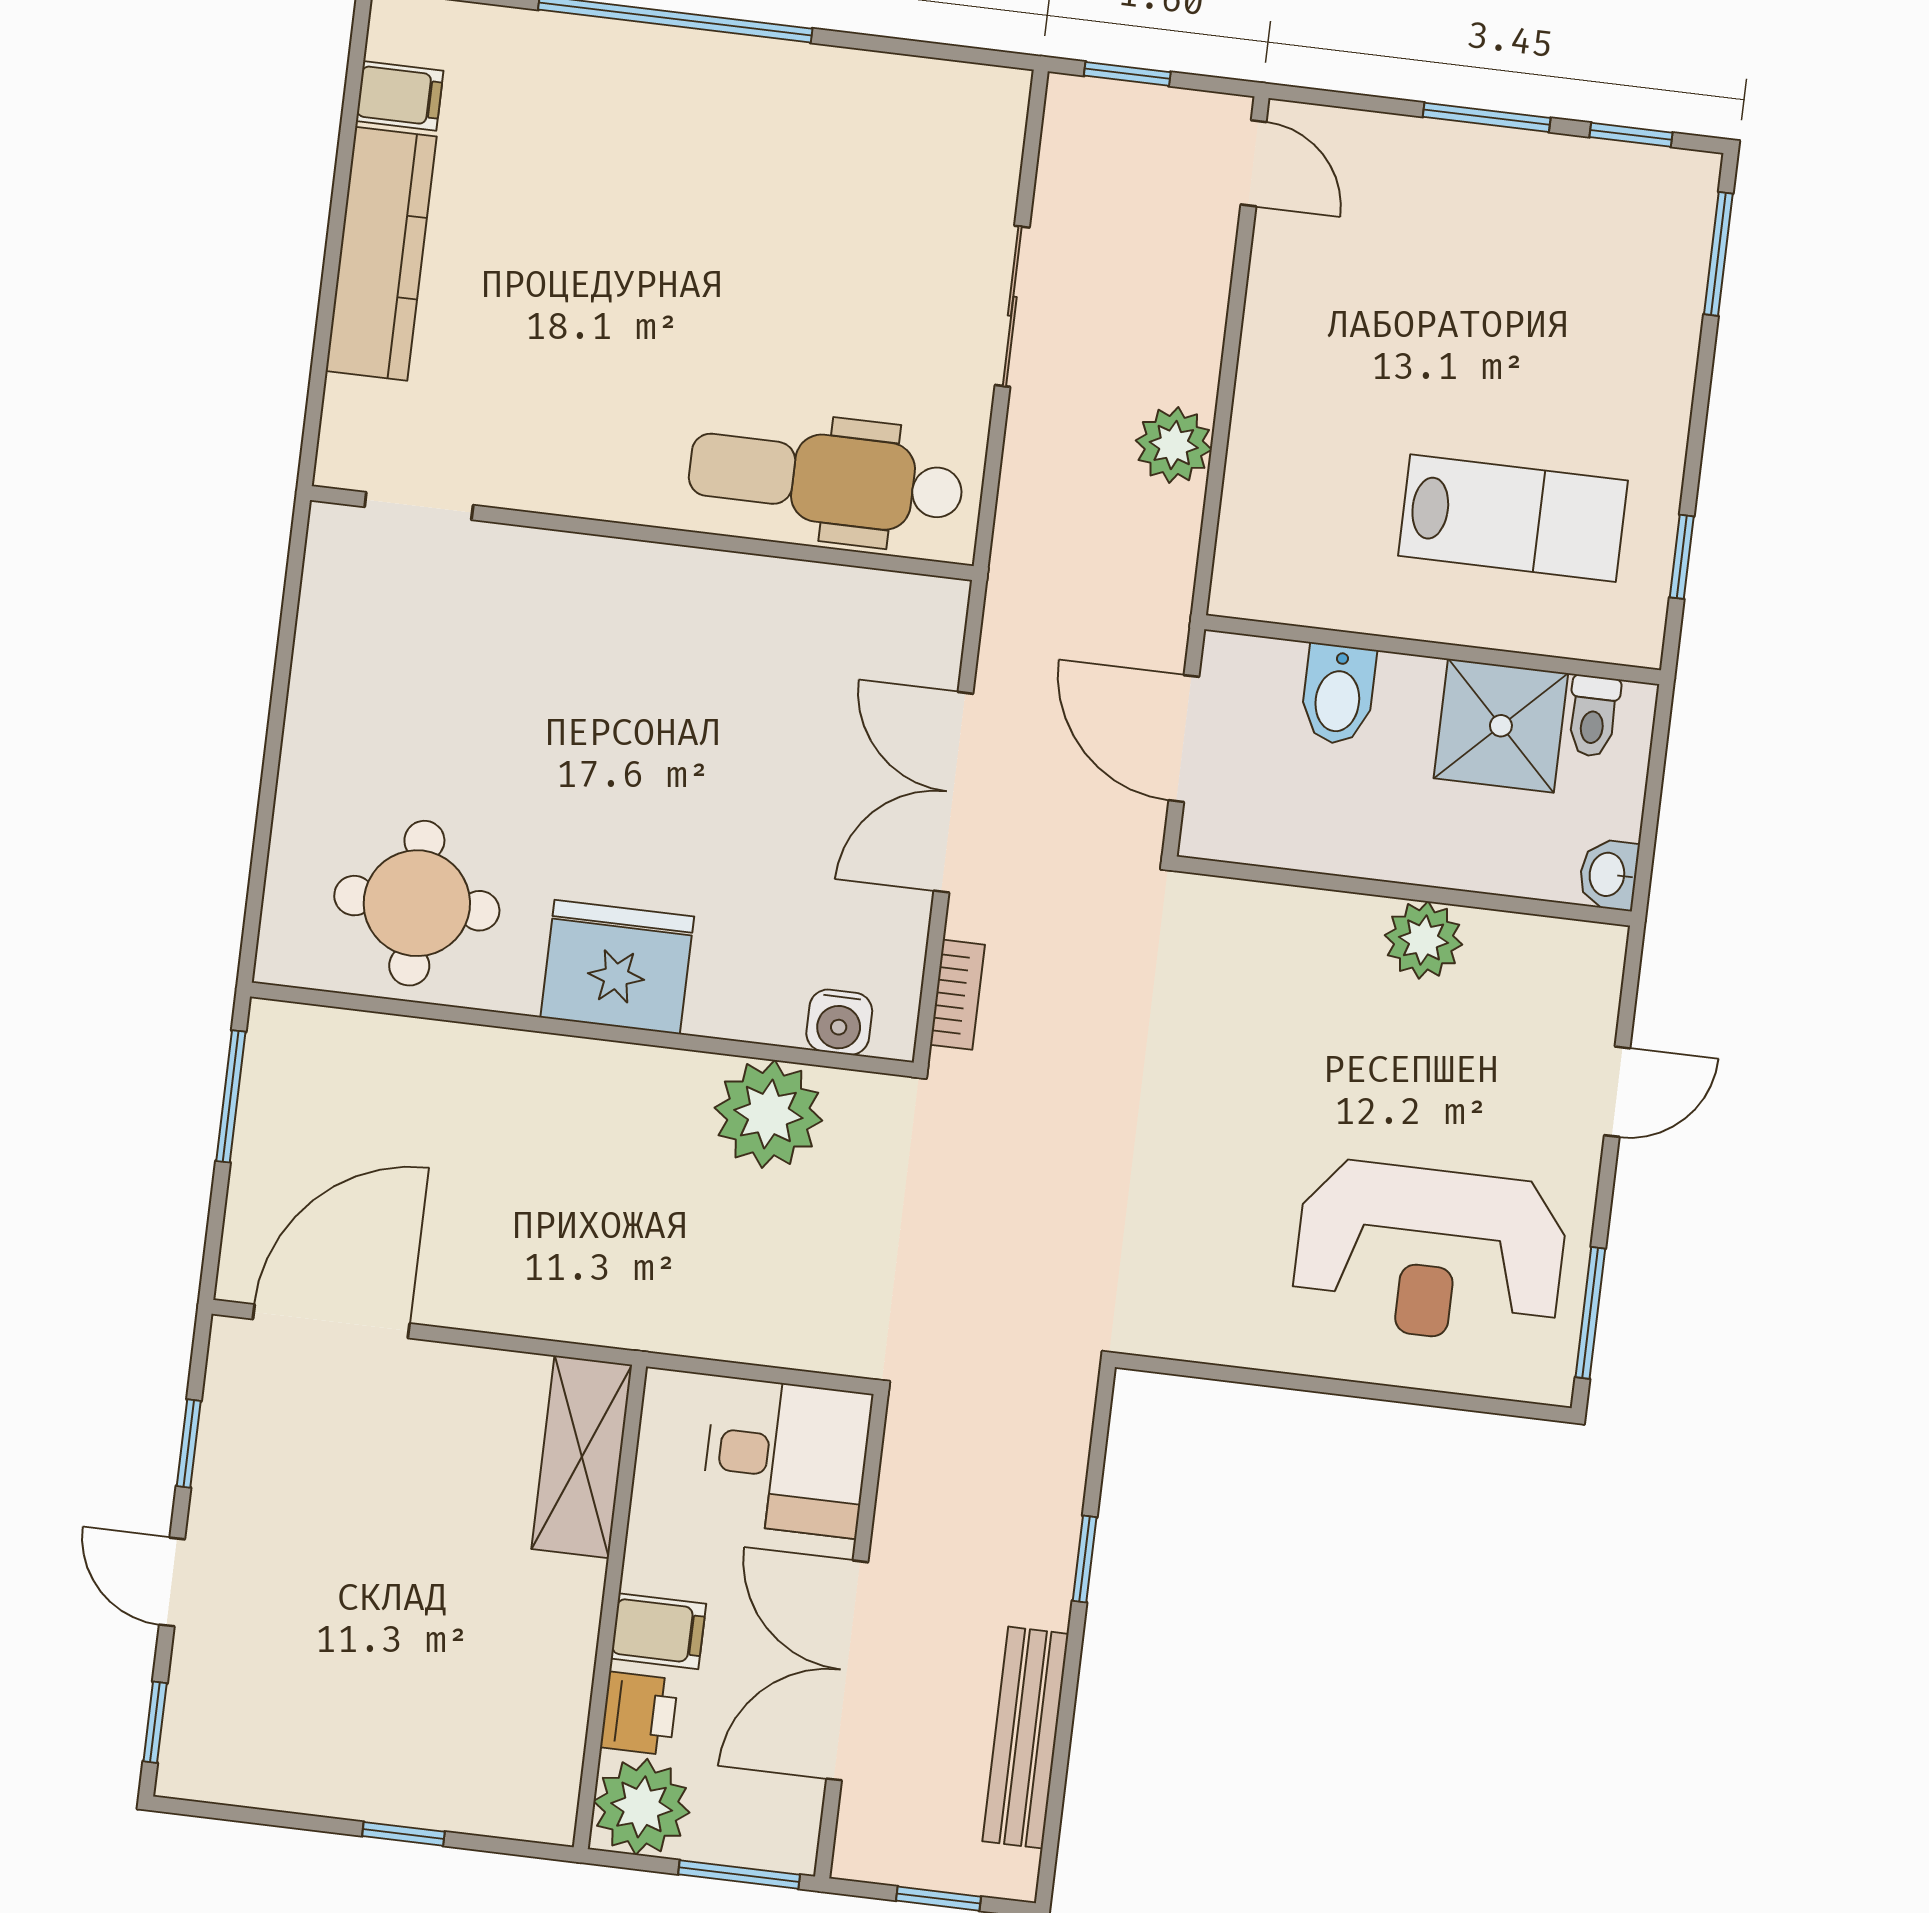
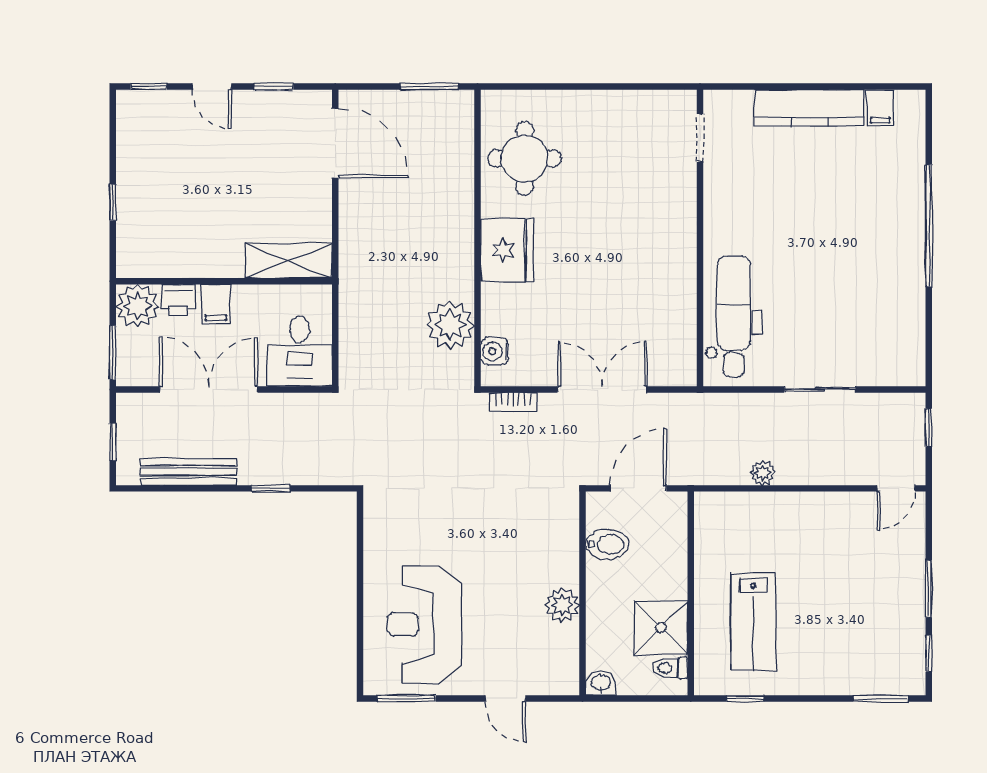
plant: (1174, 445) -> (763, 473), width x0.73, depth x0.73
bidet: (1338, 694) -> (607, 544), moved, turned 180
door: (172, 1582) -> (212, 87), swing flipped

